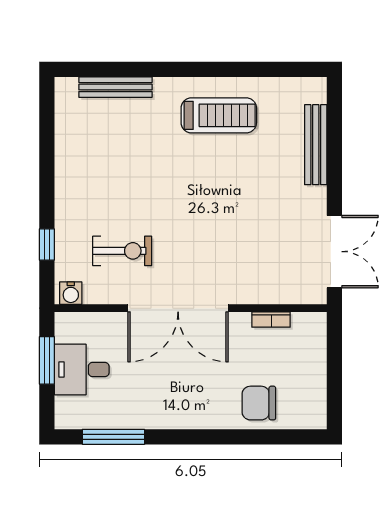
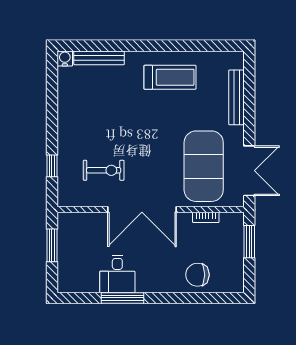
exercise mat: (268, 245) -> (204, 166), added
water cooler: (71, 293) -> (65, 58), moved, turned 180
window: (334, 355) -> (249, 242), added
desk: (82, 370) -> (117, 274), moved, turned -90
window: (113, 437) -> (123, 298), moved

